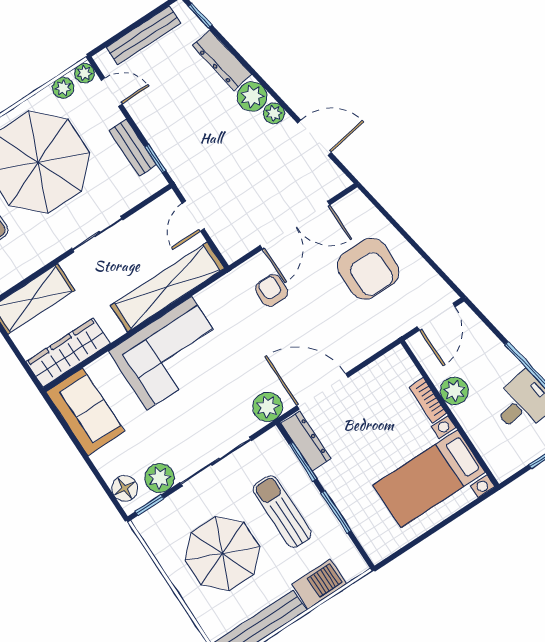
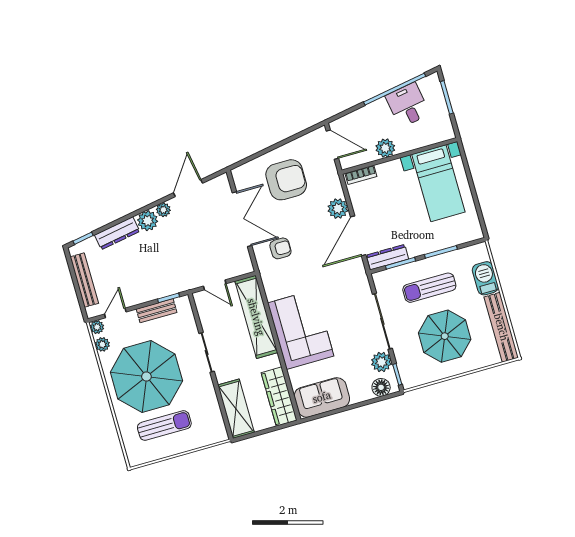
armchair: (272, 291) -> (280, 248), turned 180
bookcase: (428, 400) -> (361, 175), moved
plant: (268, 407) -> (338, 209), moved

